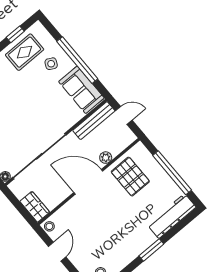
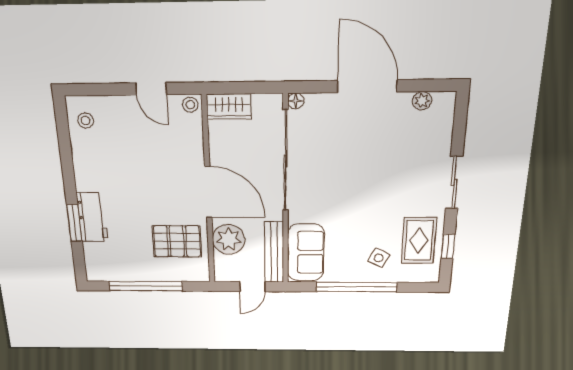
sofa: (81, 90) -> (306, 252), moved, turned 90
plant: (106, 158) -> (229, 239), width x1.88, depth x1.88
door: (88, 182) -> (208, 192), hinge flipped
workbench: (172, 216) -> (92, 217), moved, width x0.73
window: (151, 250) -> (74, 223), moved

